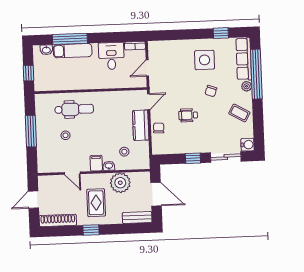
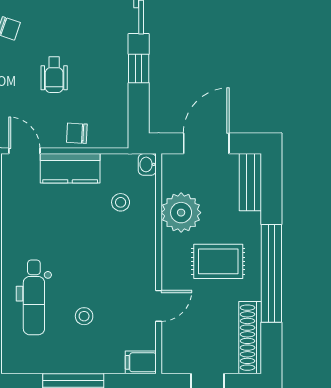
dental chair: (74, 109) -> (34, 297), turned 180
filing cabinet: (96, 163) -> (141, 362), moved
washbasin: (109, 166) -> (147, 164), moved
window: (91, 230) -> (271, 273), width x3.17

